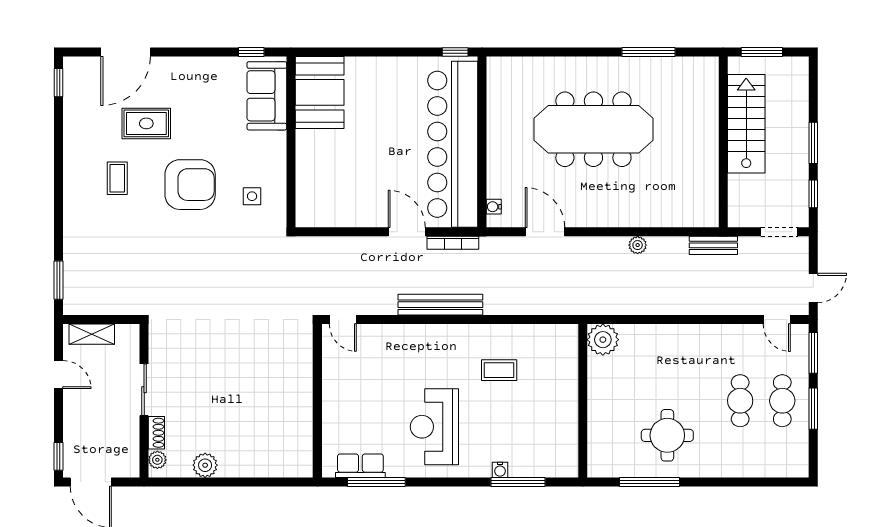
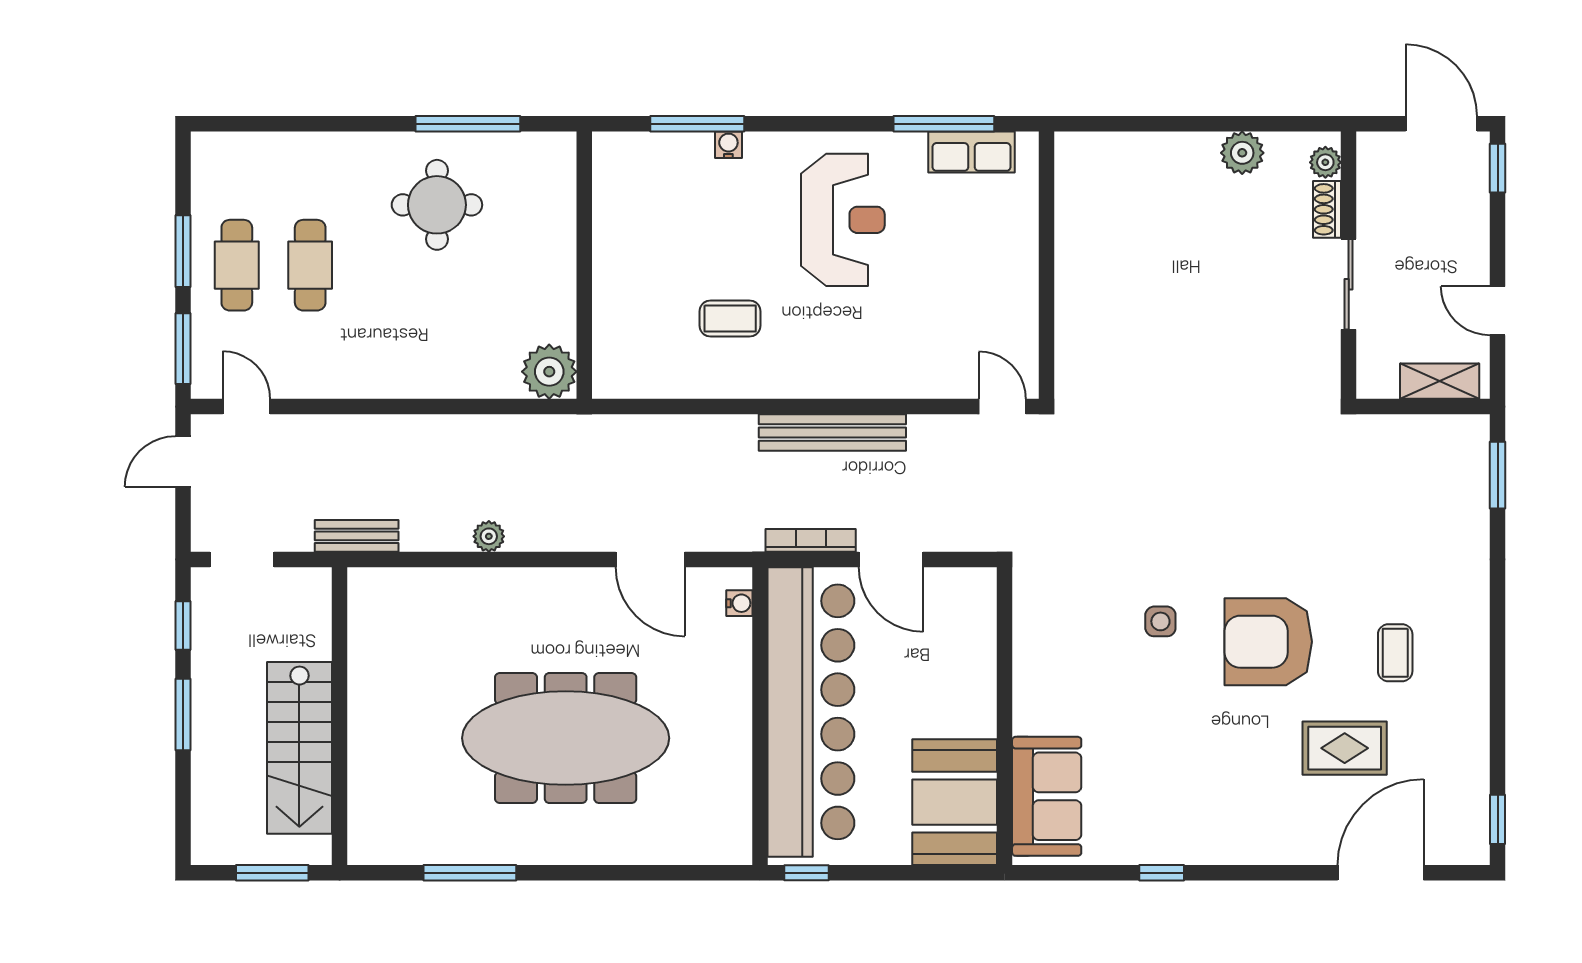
booth: (320, 92) -> (955, 802), moved
sofa: (267, 96) -> (1047, 796), moved
wall: (291, 142) -> (1005, 716), moved

